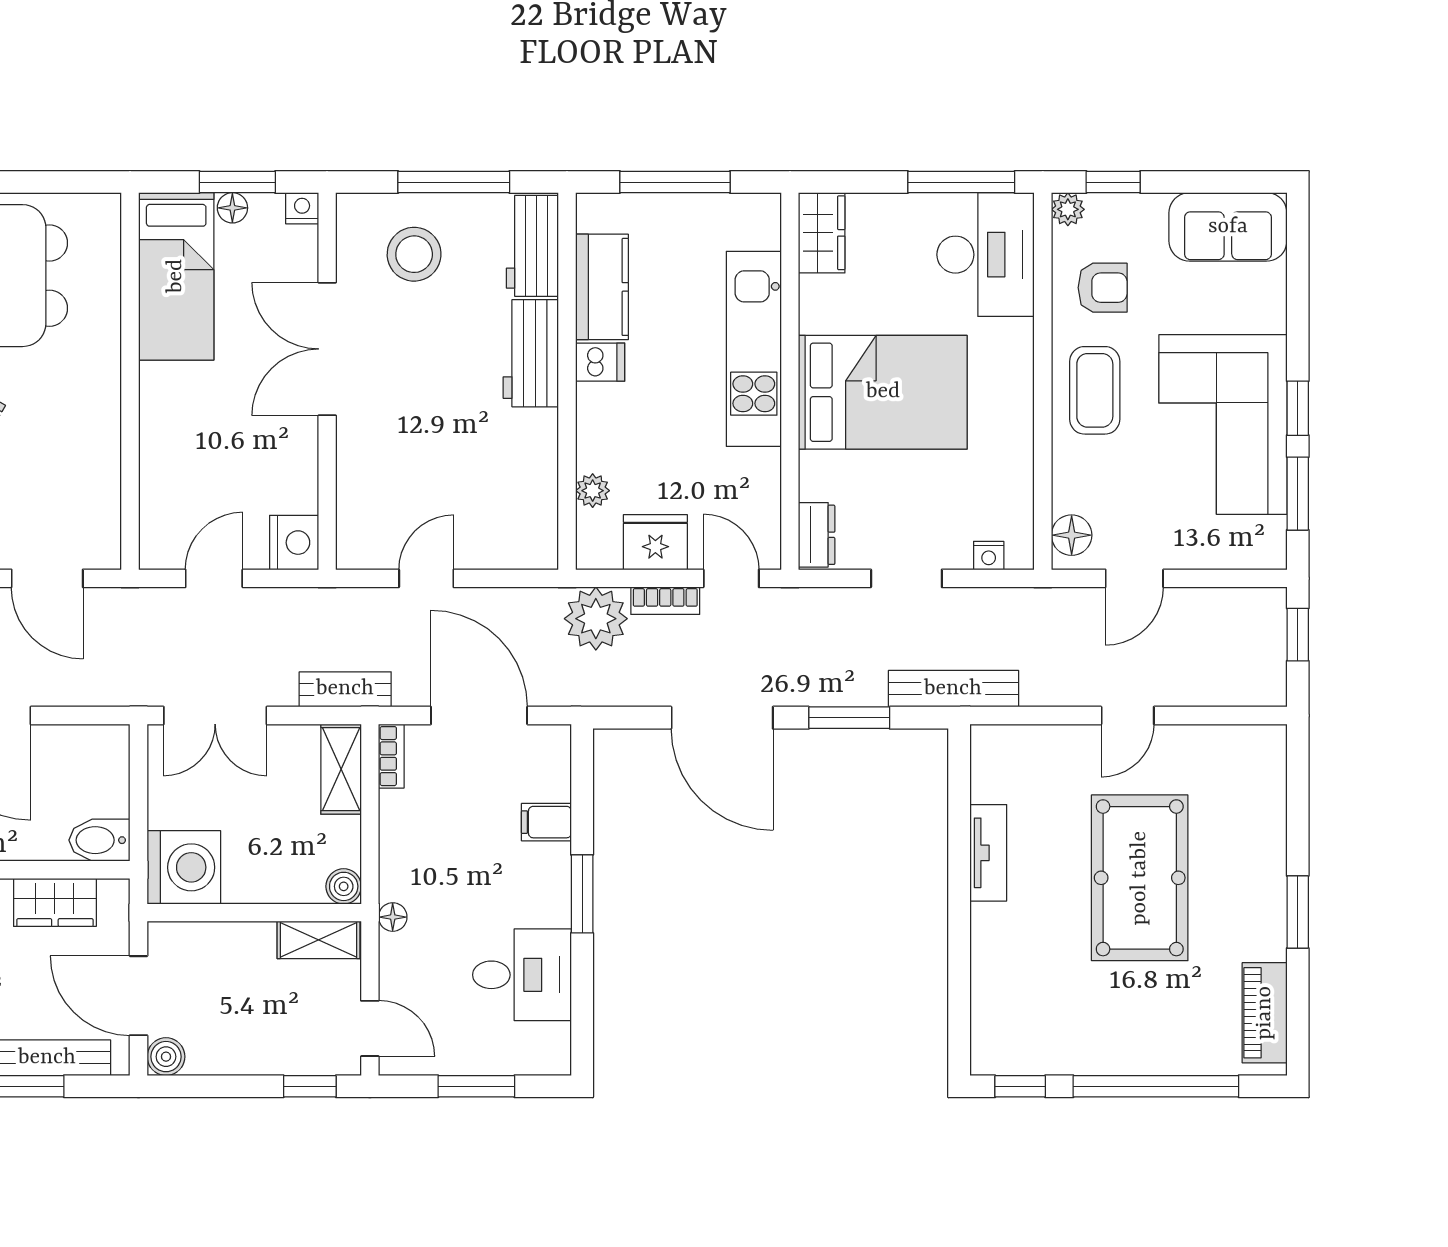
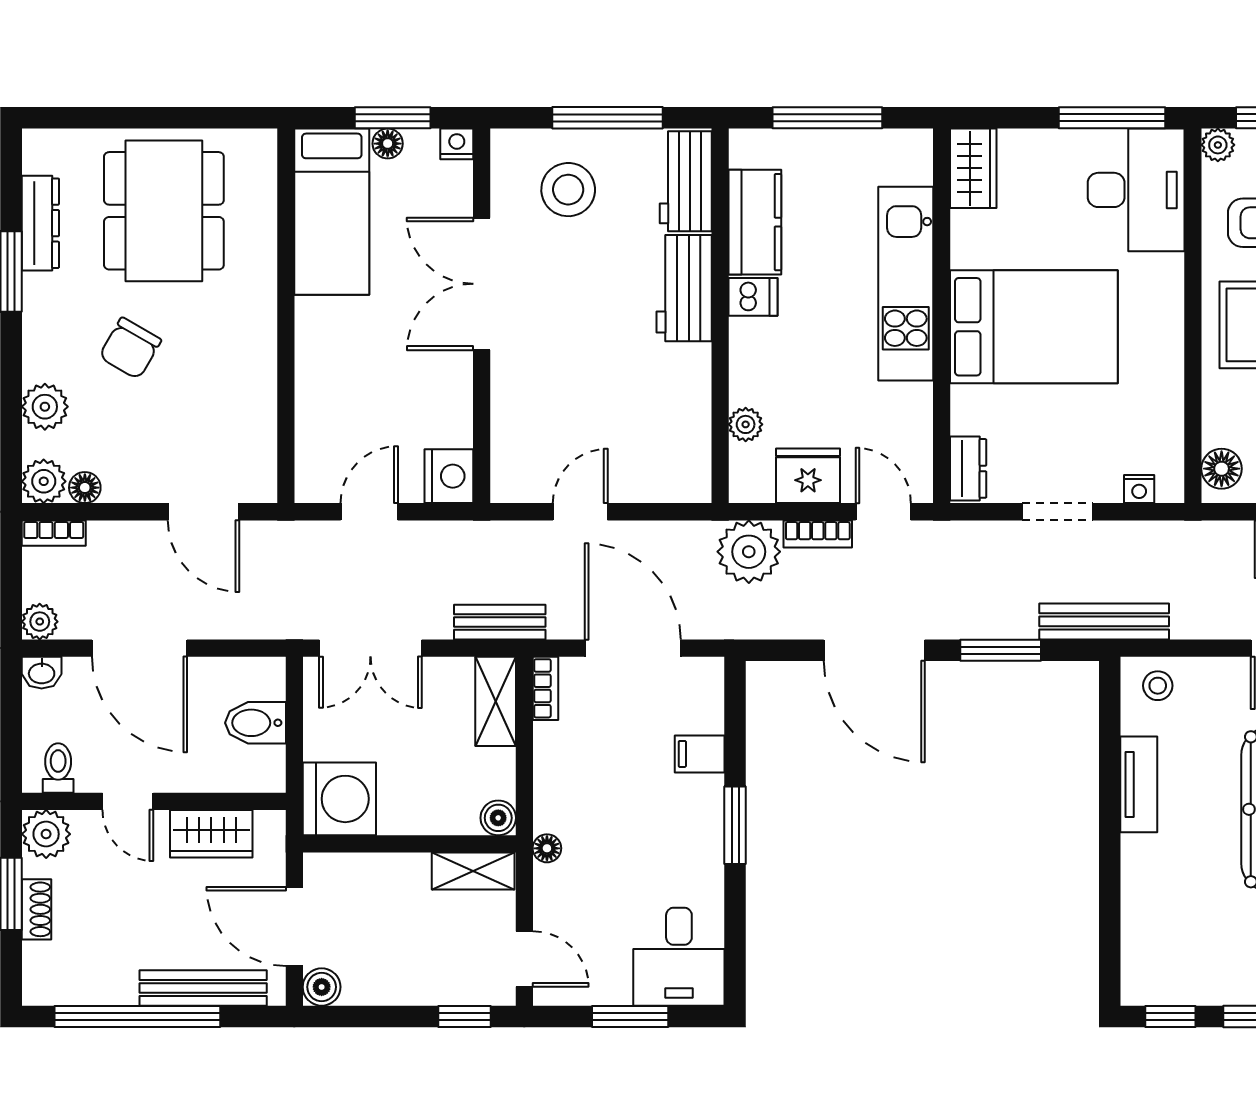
stool: (1007, 753) -> (1158, 686), added
bidet: (99, 840) -> (255, 723), moved
desk: (522, 975) -> (679, 957), moved, turned 90

